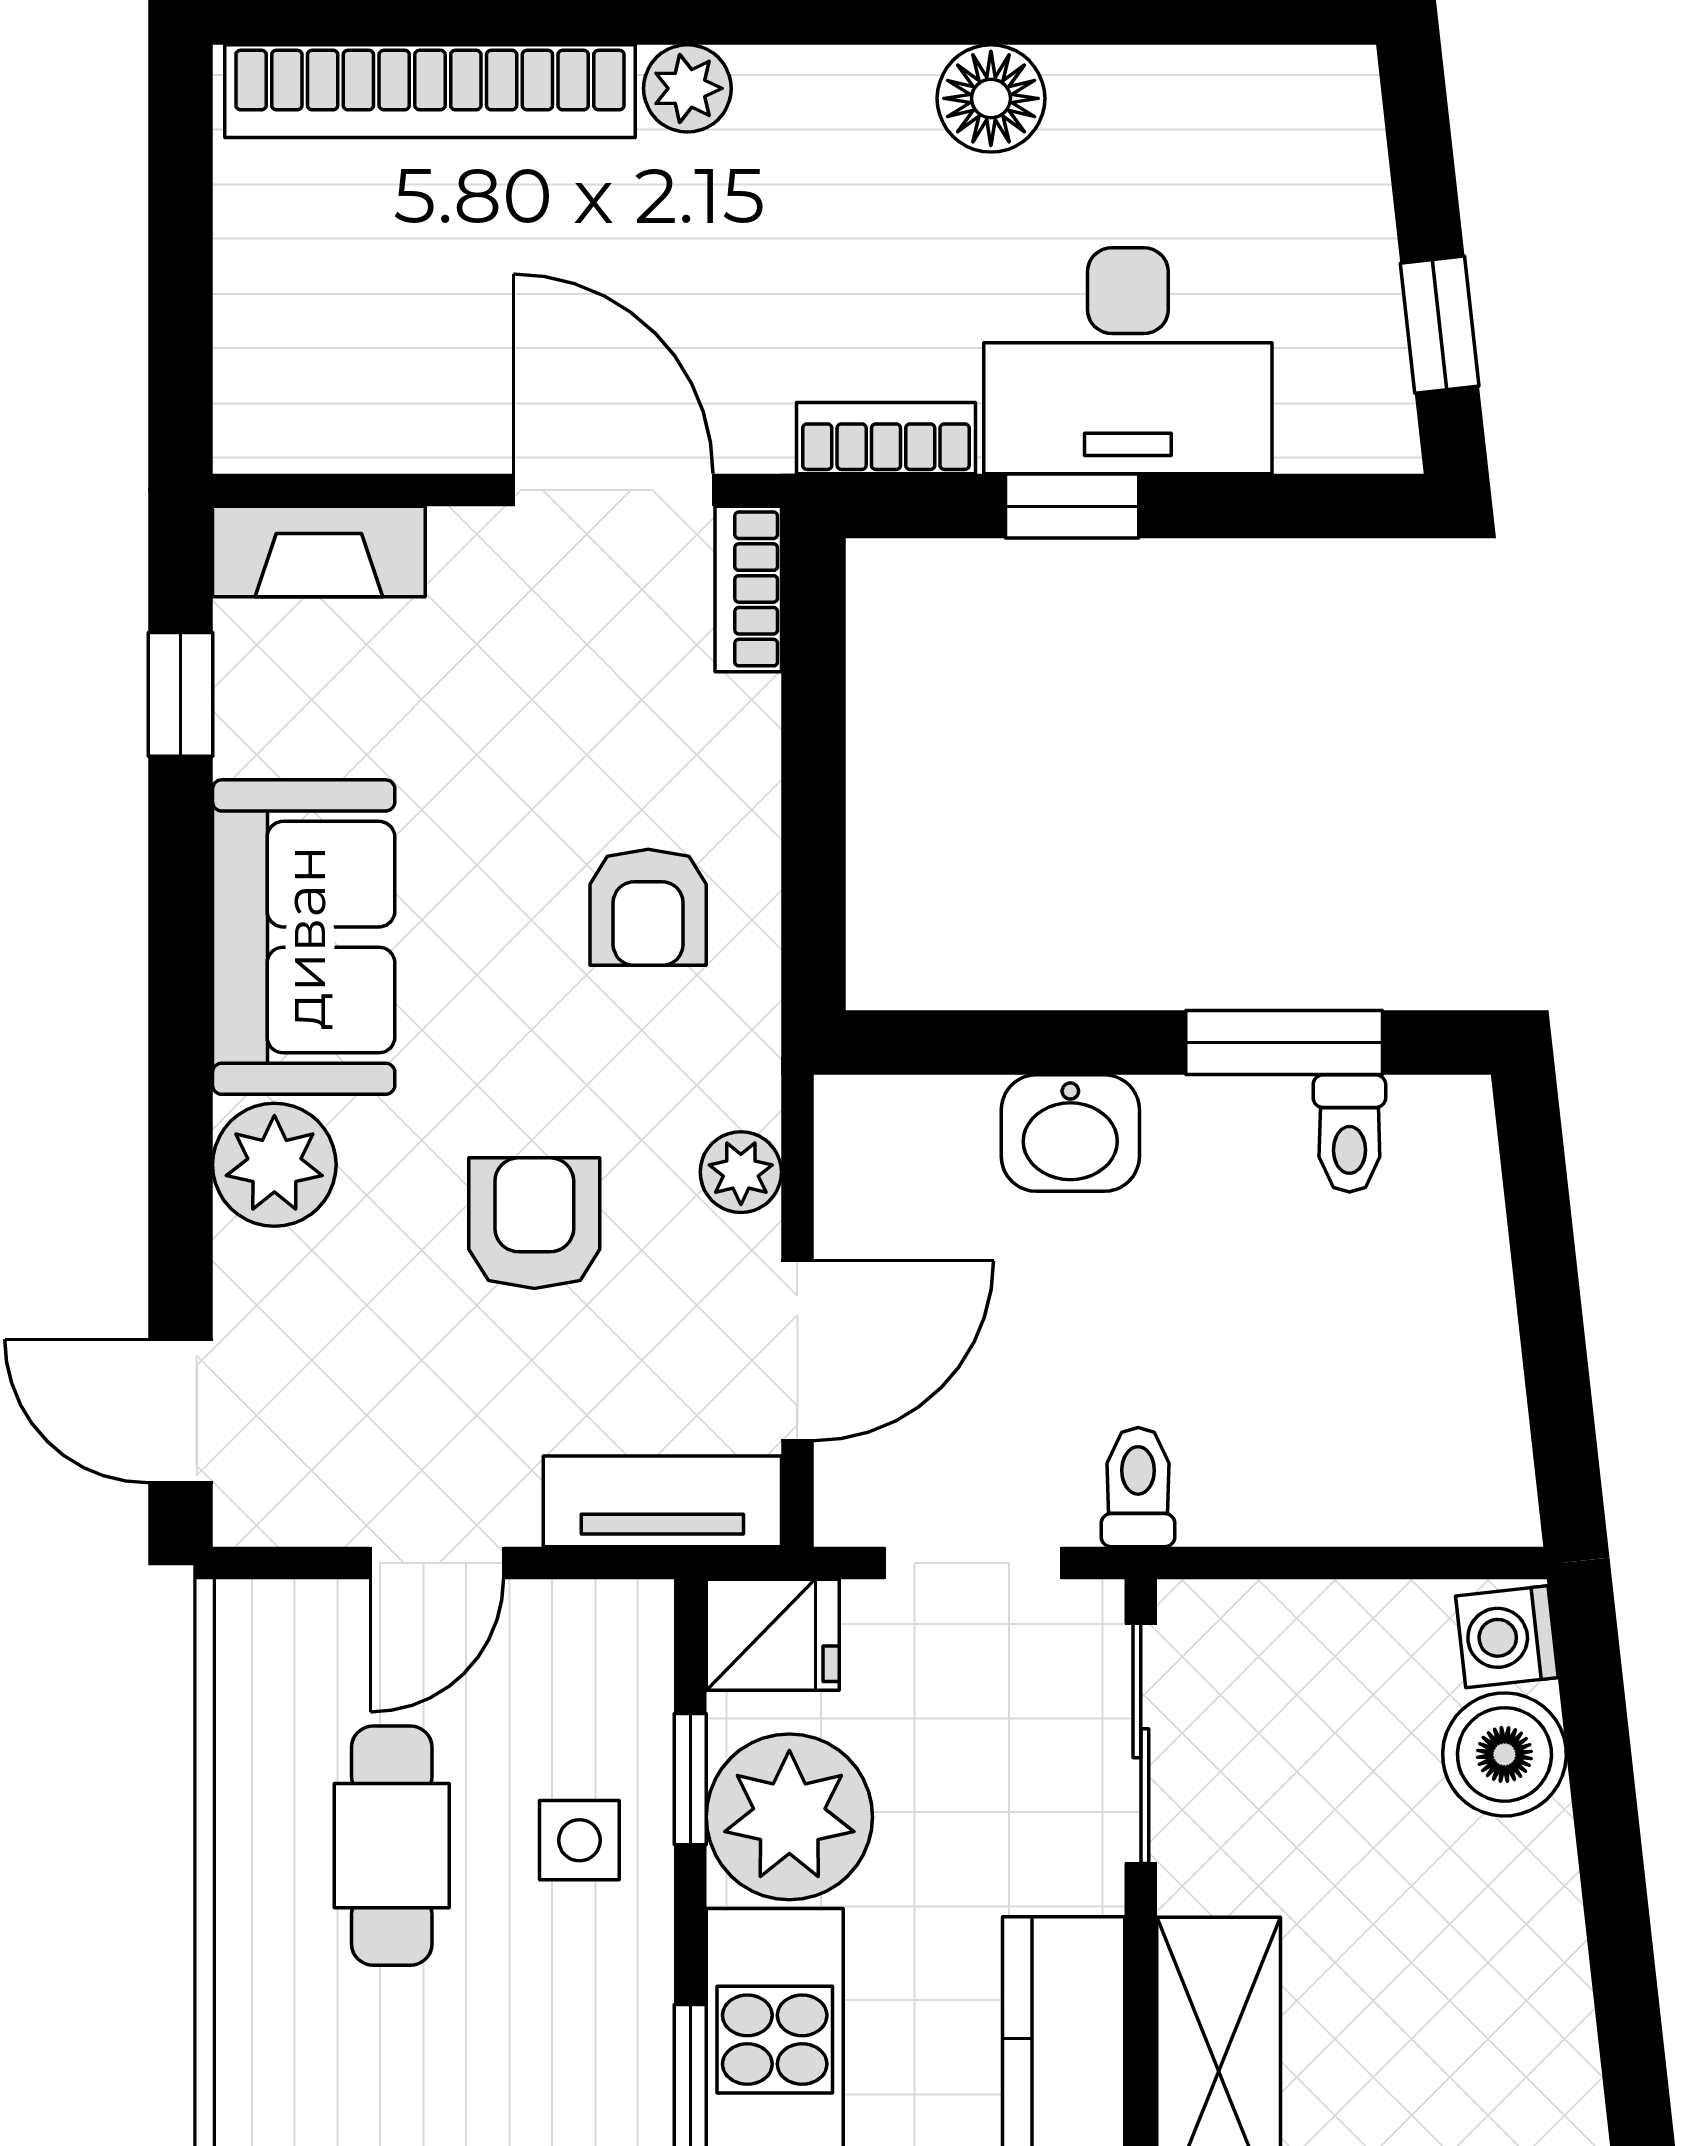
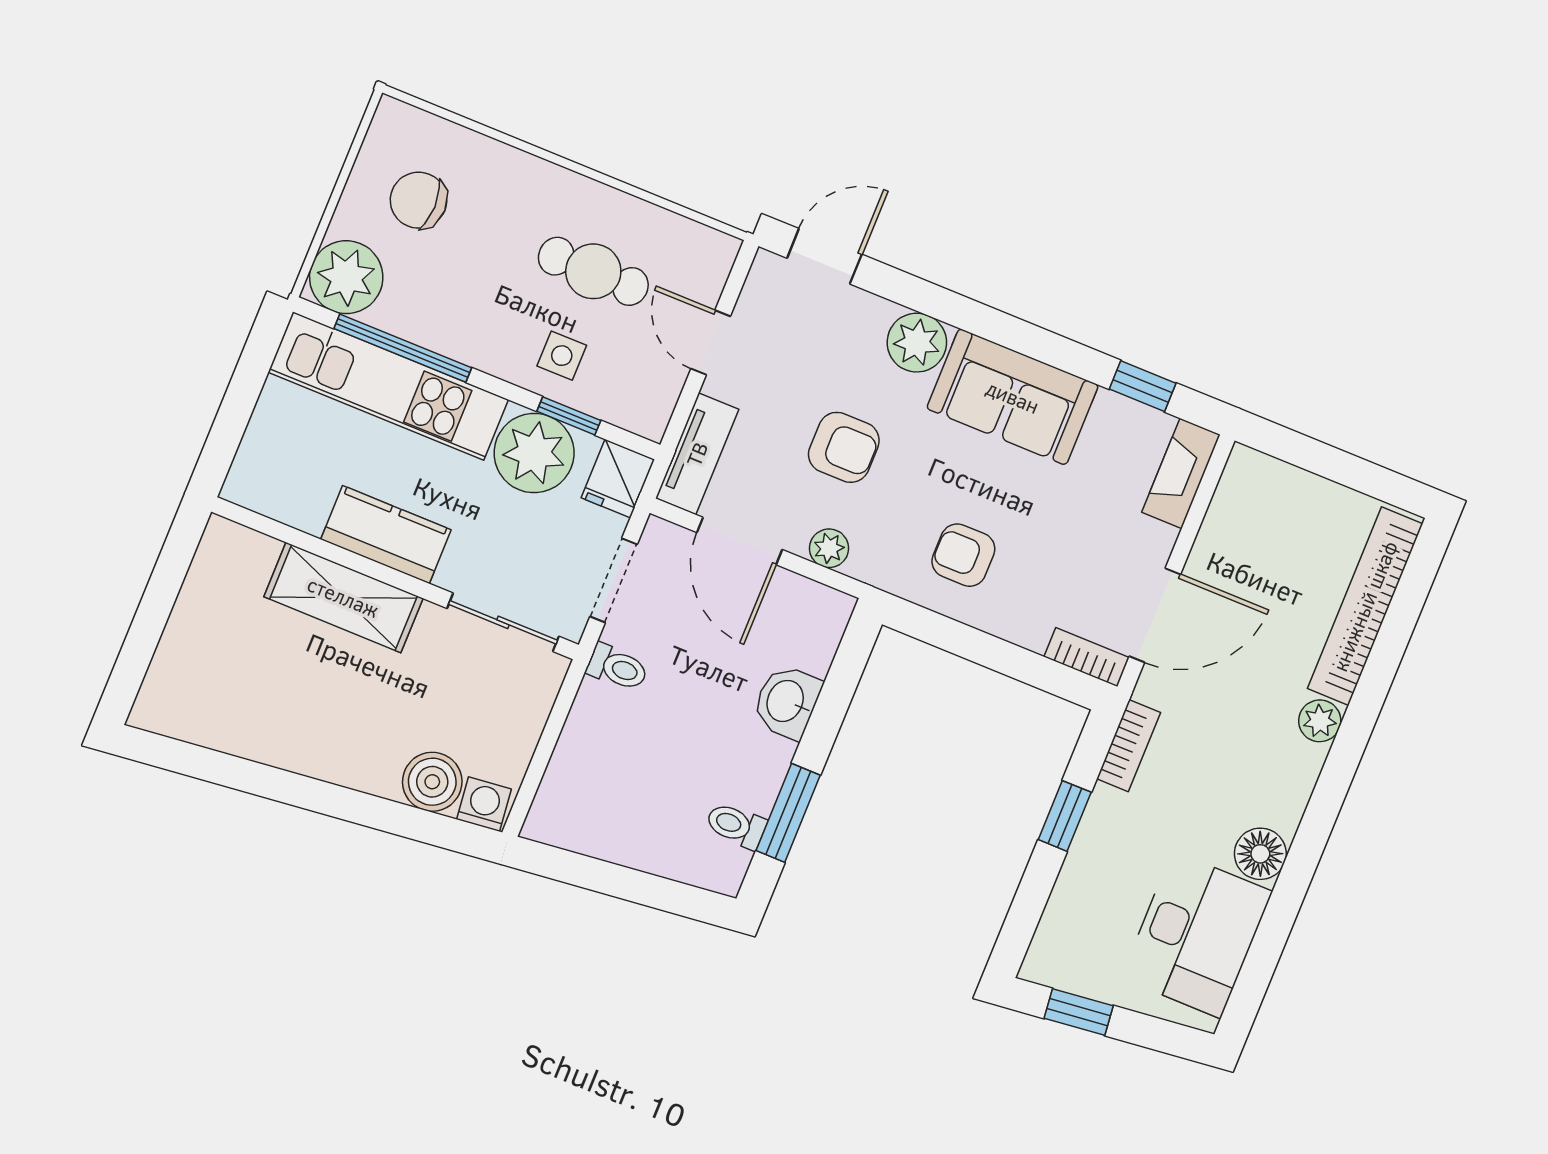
desk: (1128, 361) -> (1197, 935), moved, turned 180

